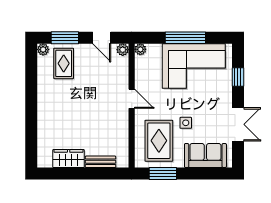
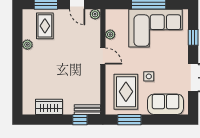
plant: (140, 49) -> (110, 34), moved
plant: (43, 50) -> (27, 45), moved
bench: (101, 162) -> (87, 110), moved
window: (105, 174) -> (80, 120), added

